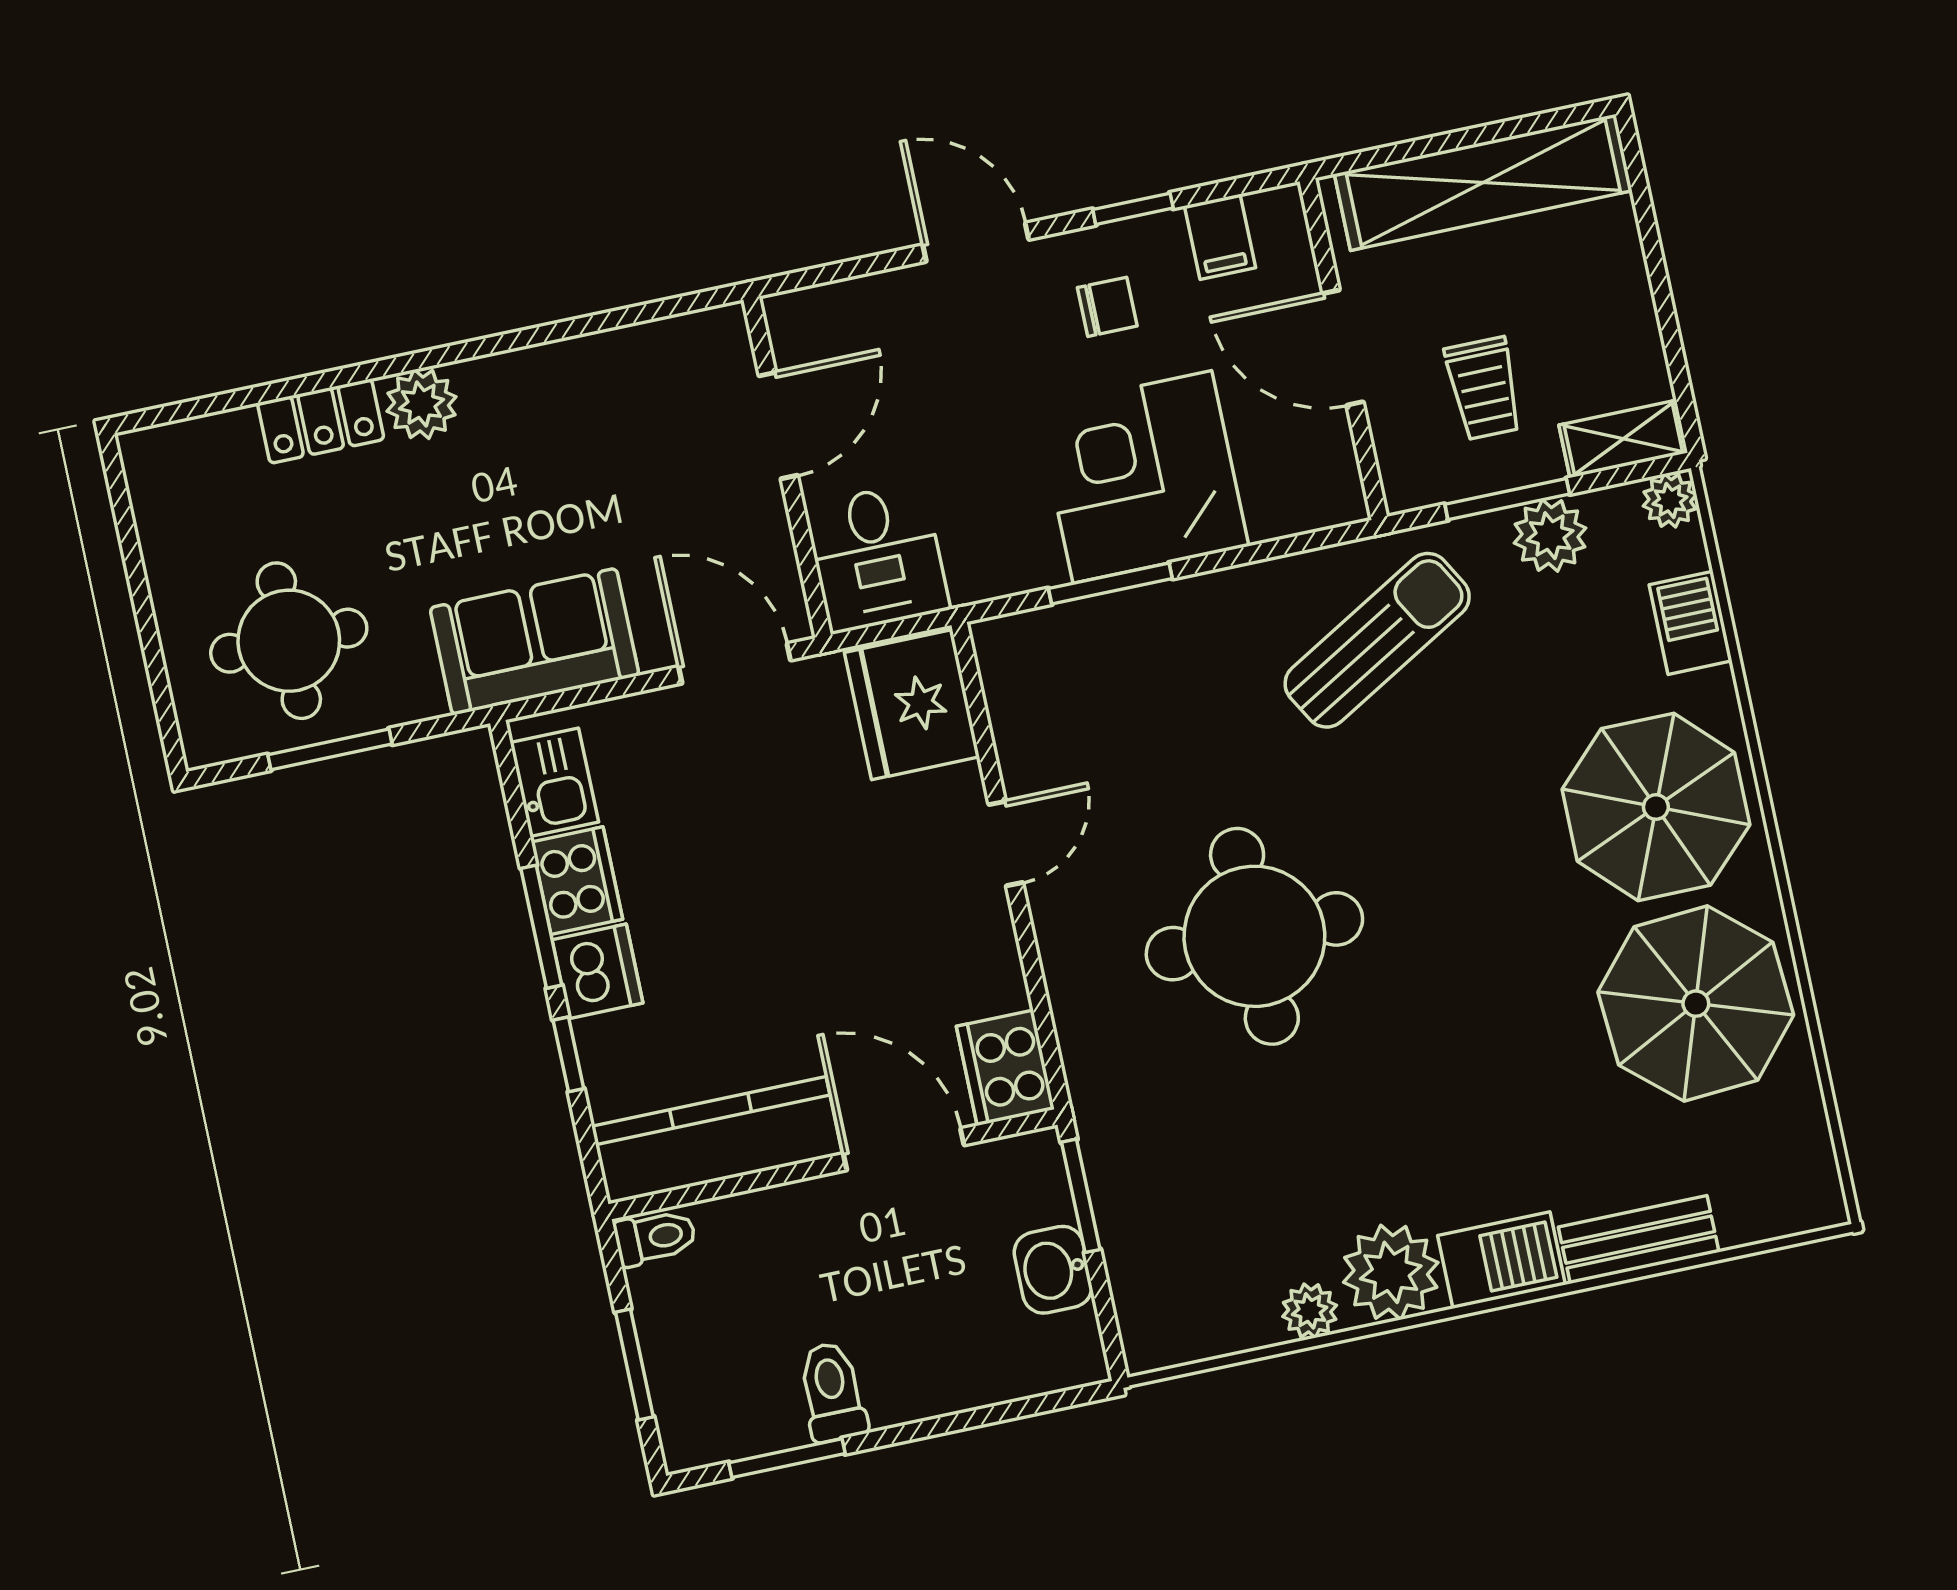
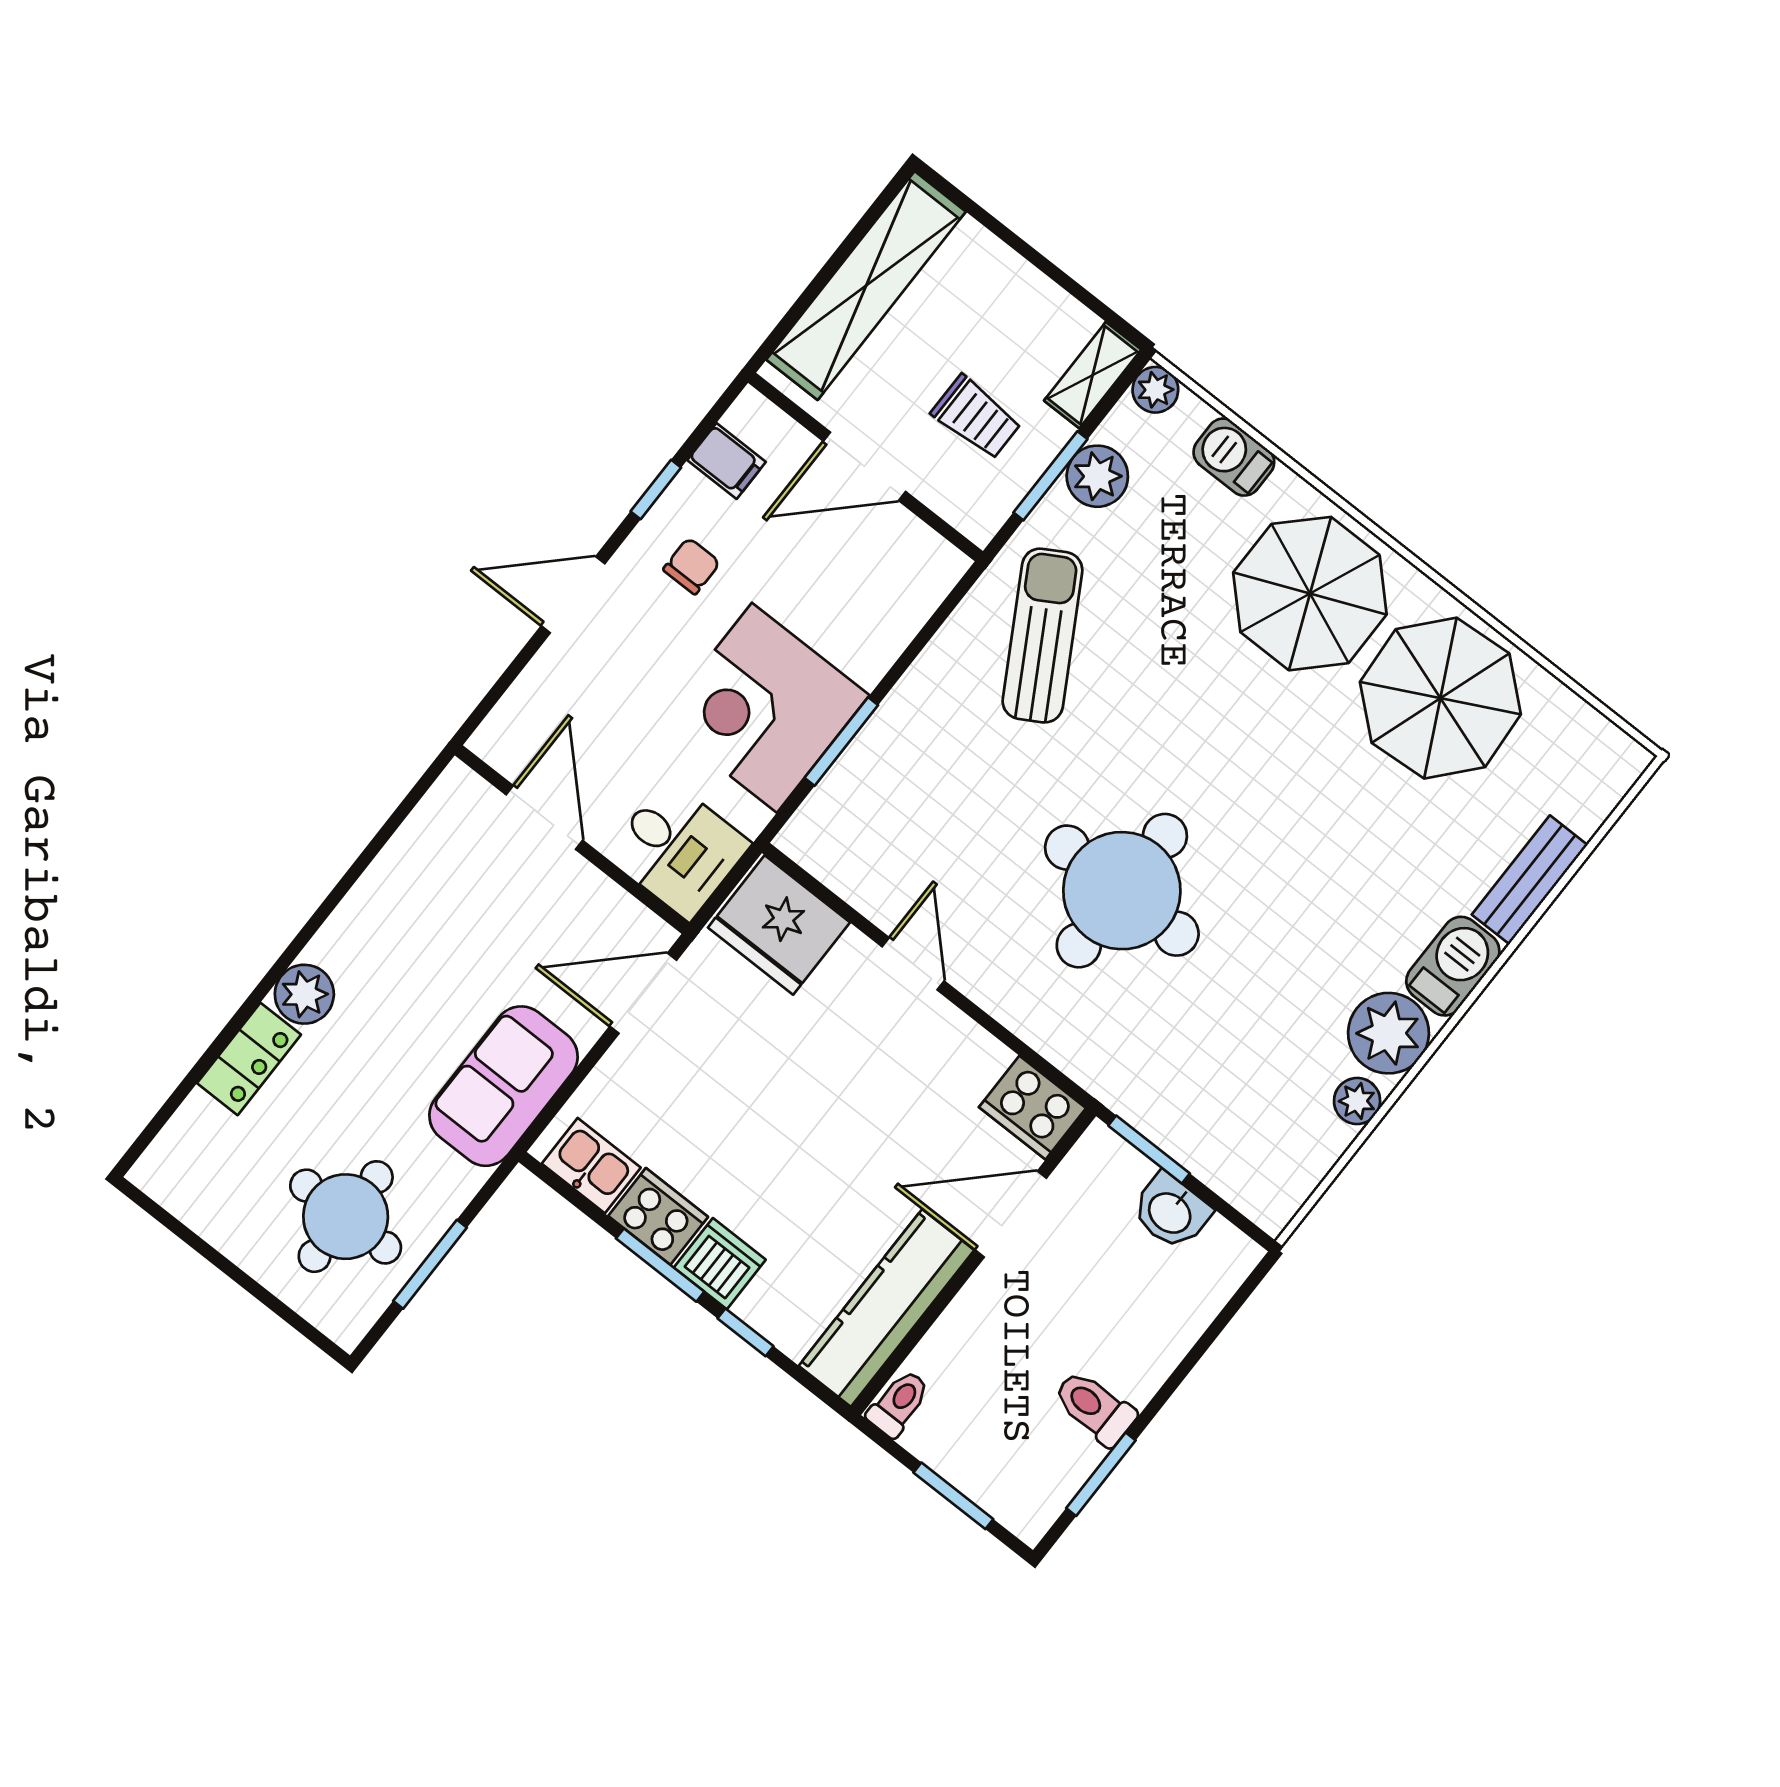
corner desk: (1142, 477) -> (764, 708), moved

